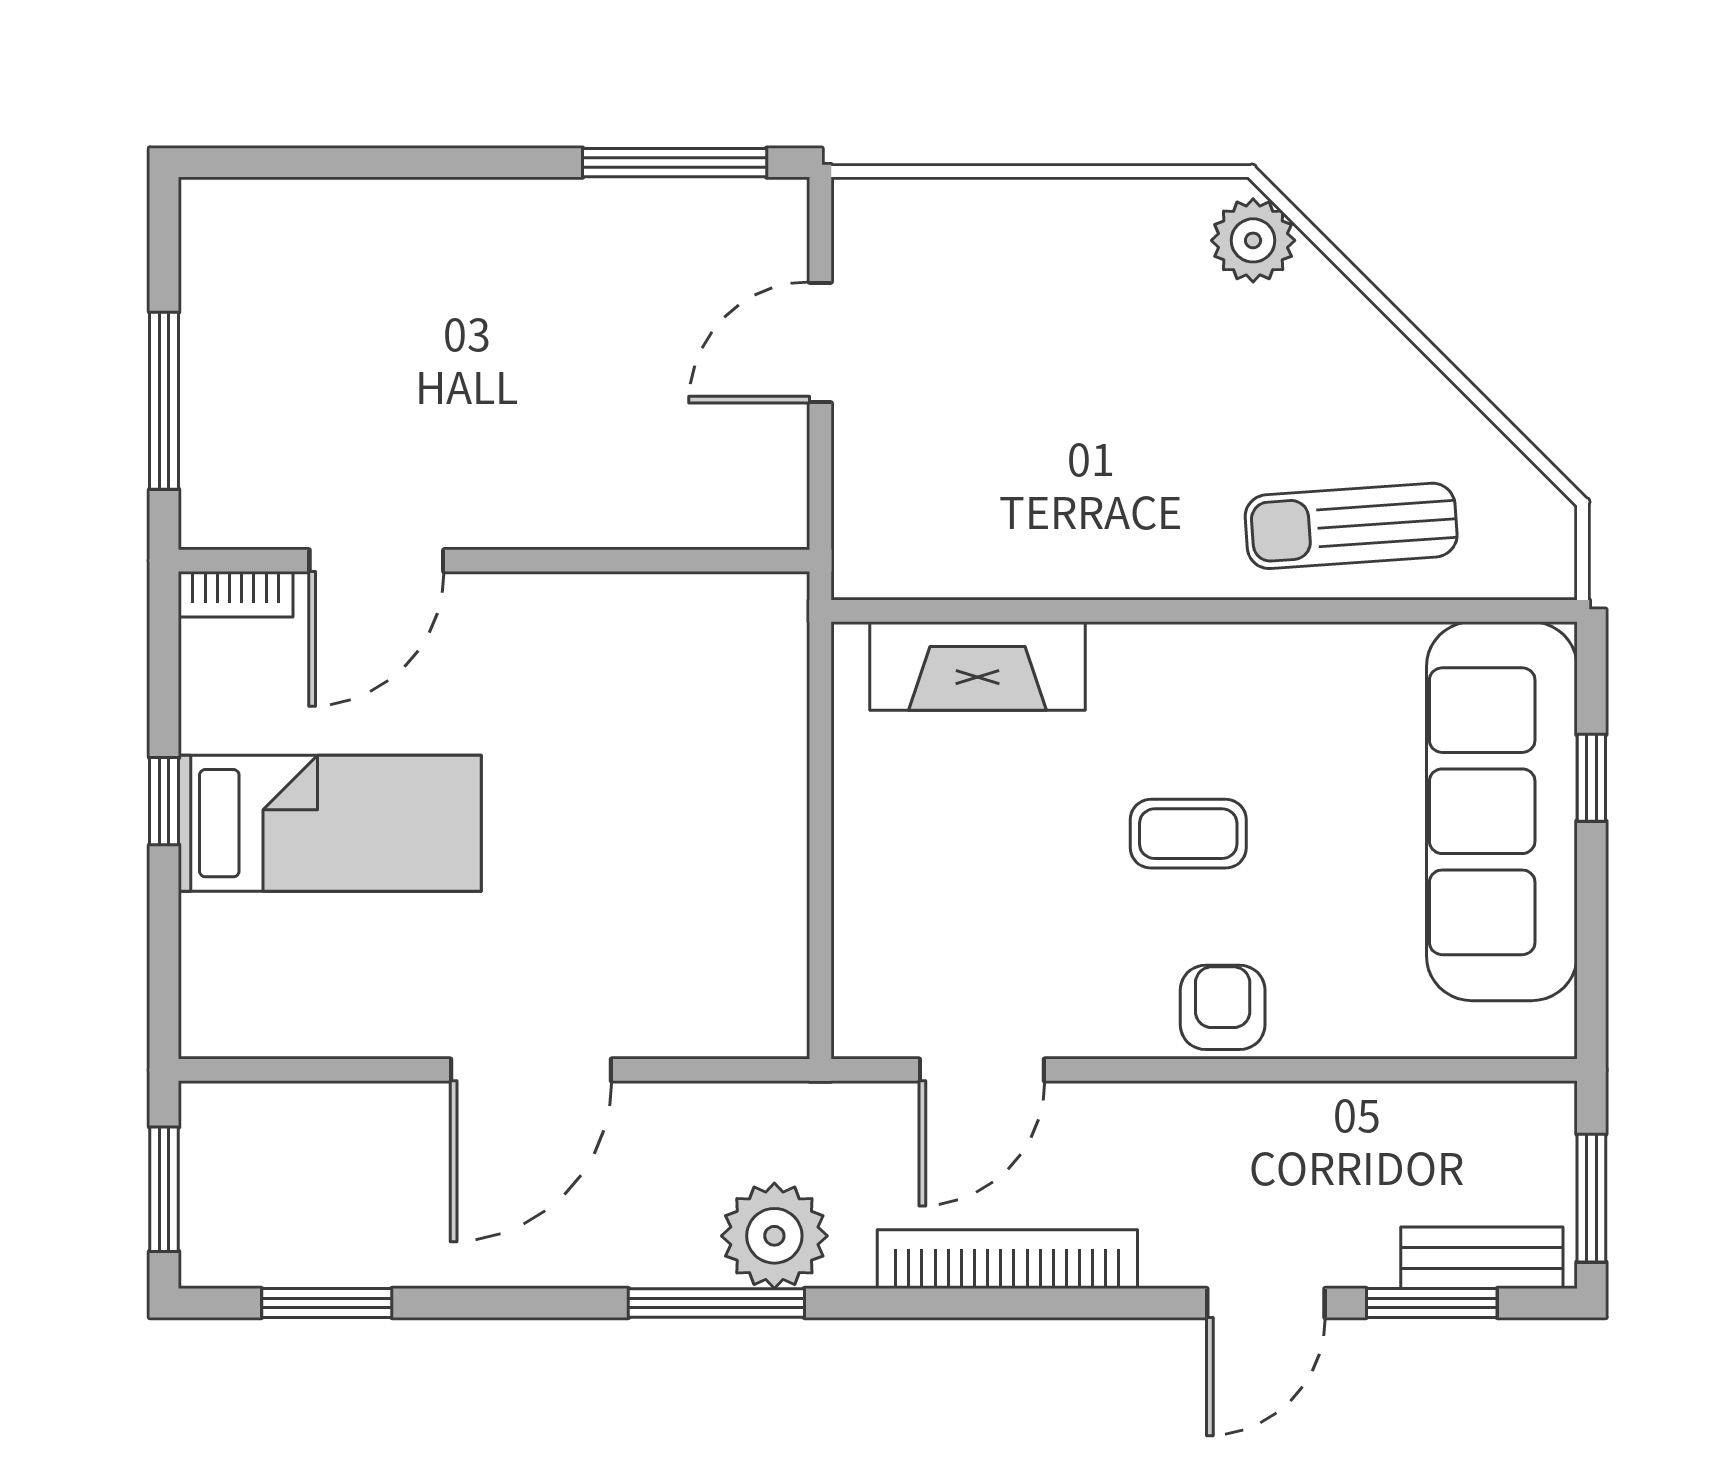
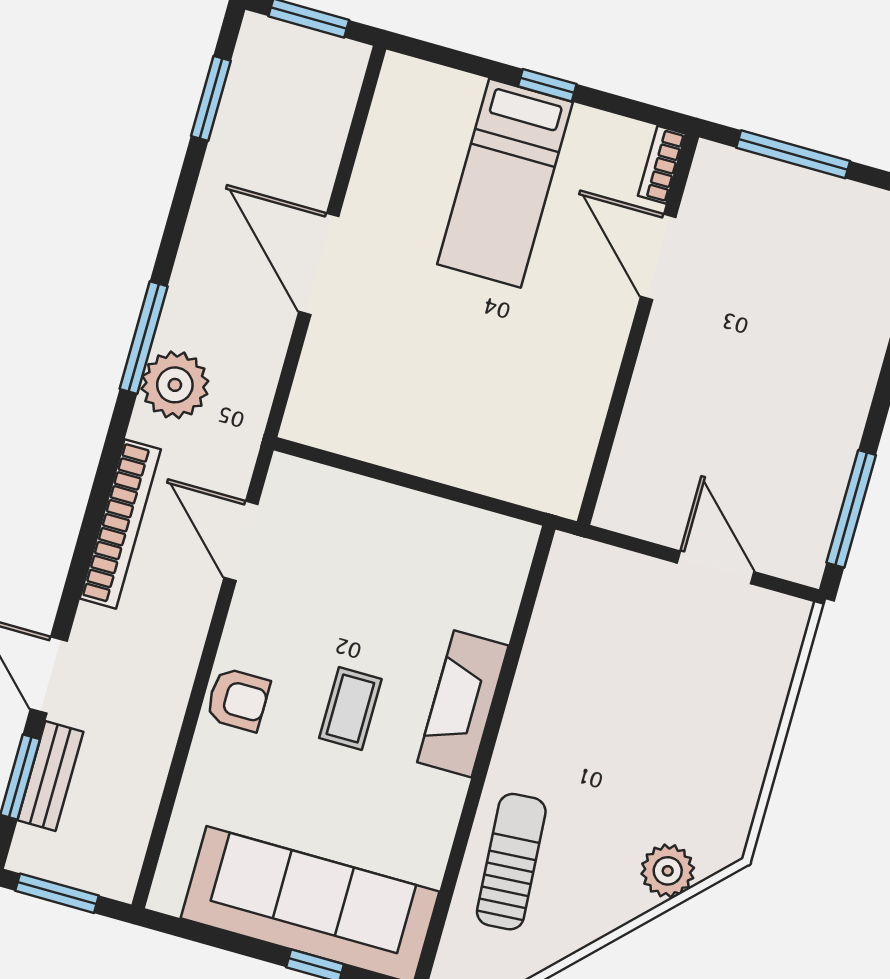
plant: (1253, 240) -> (668, 871), moved
fireplace: (977, 666) -> (463, 704), moved
bench: (1482, 1258) -> (50, 776), moved

